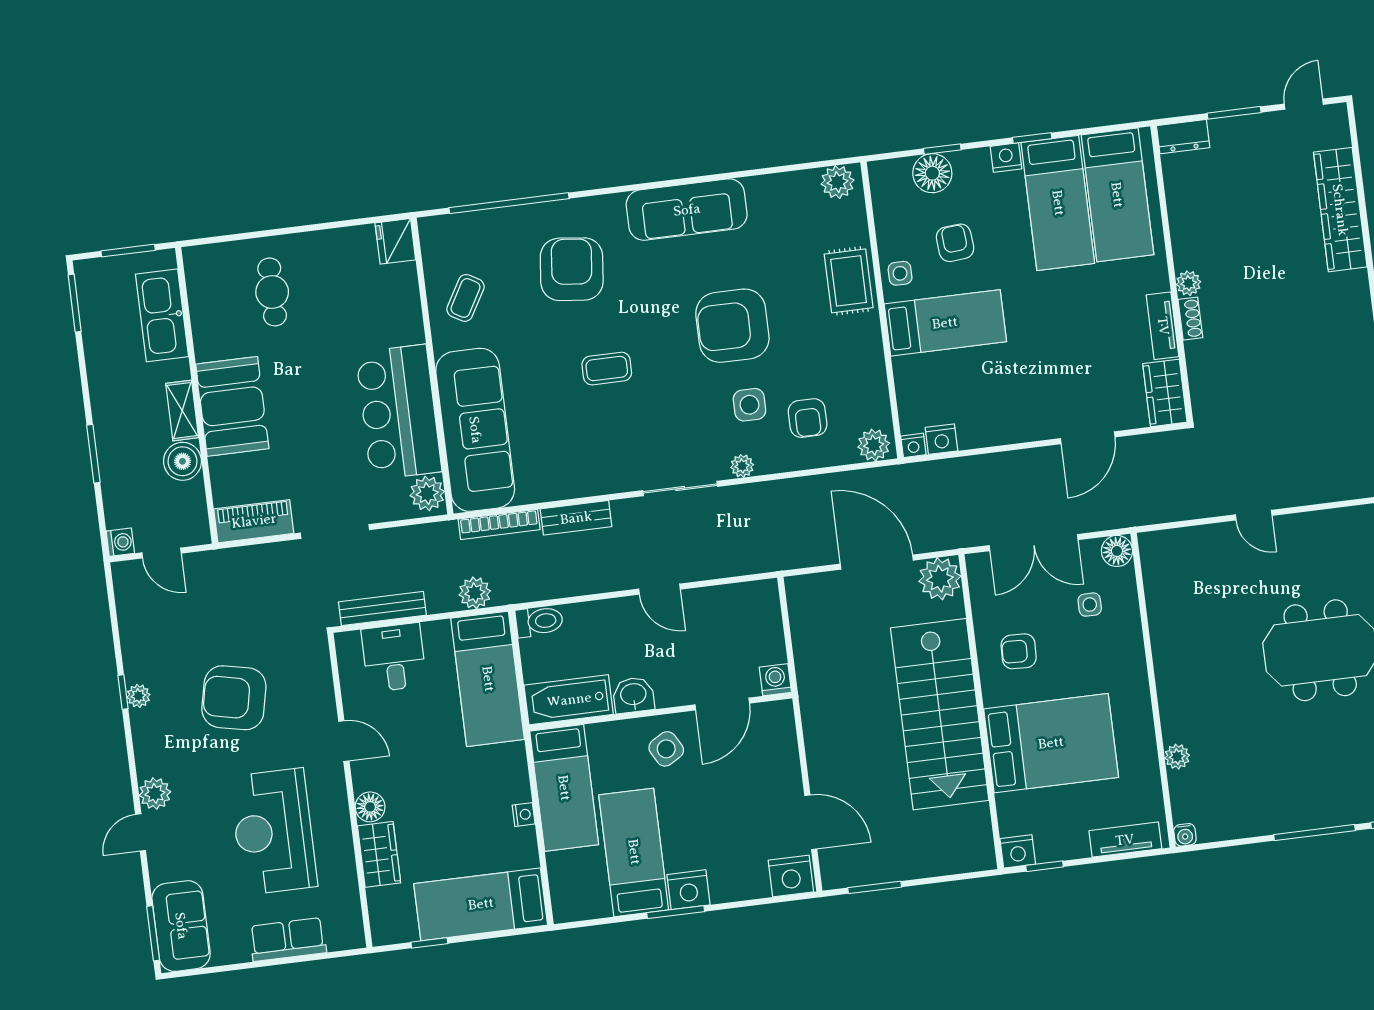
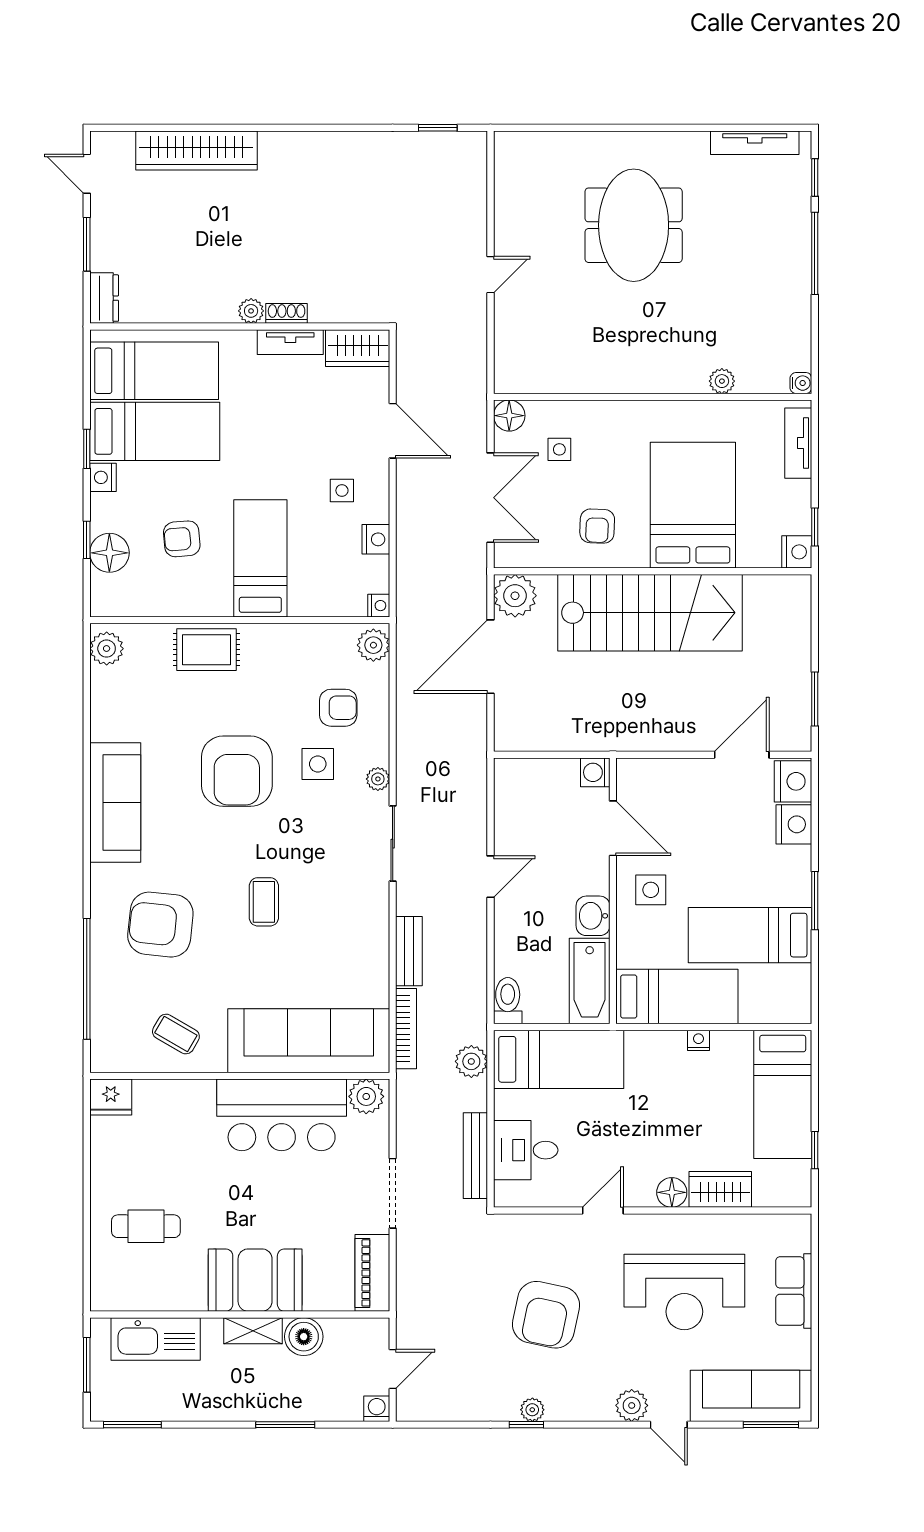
side table: (900, 273) -> (342, 491), moved
nightstand: (941, 439) -> (376, 539), moved
side table: (666, 749) -> (651, 890), turned 30
nightstand: (688, 890) -> (794, 824), moved
sofa: (181, 926) -> (751, 1396), width x1.36

